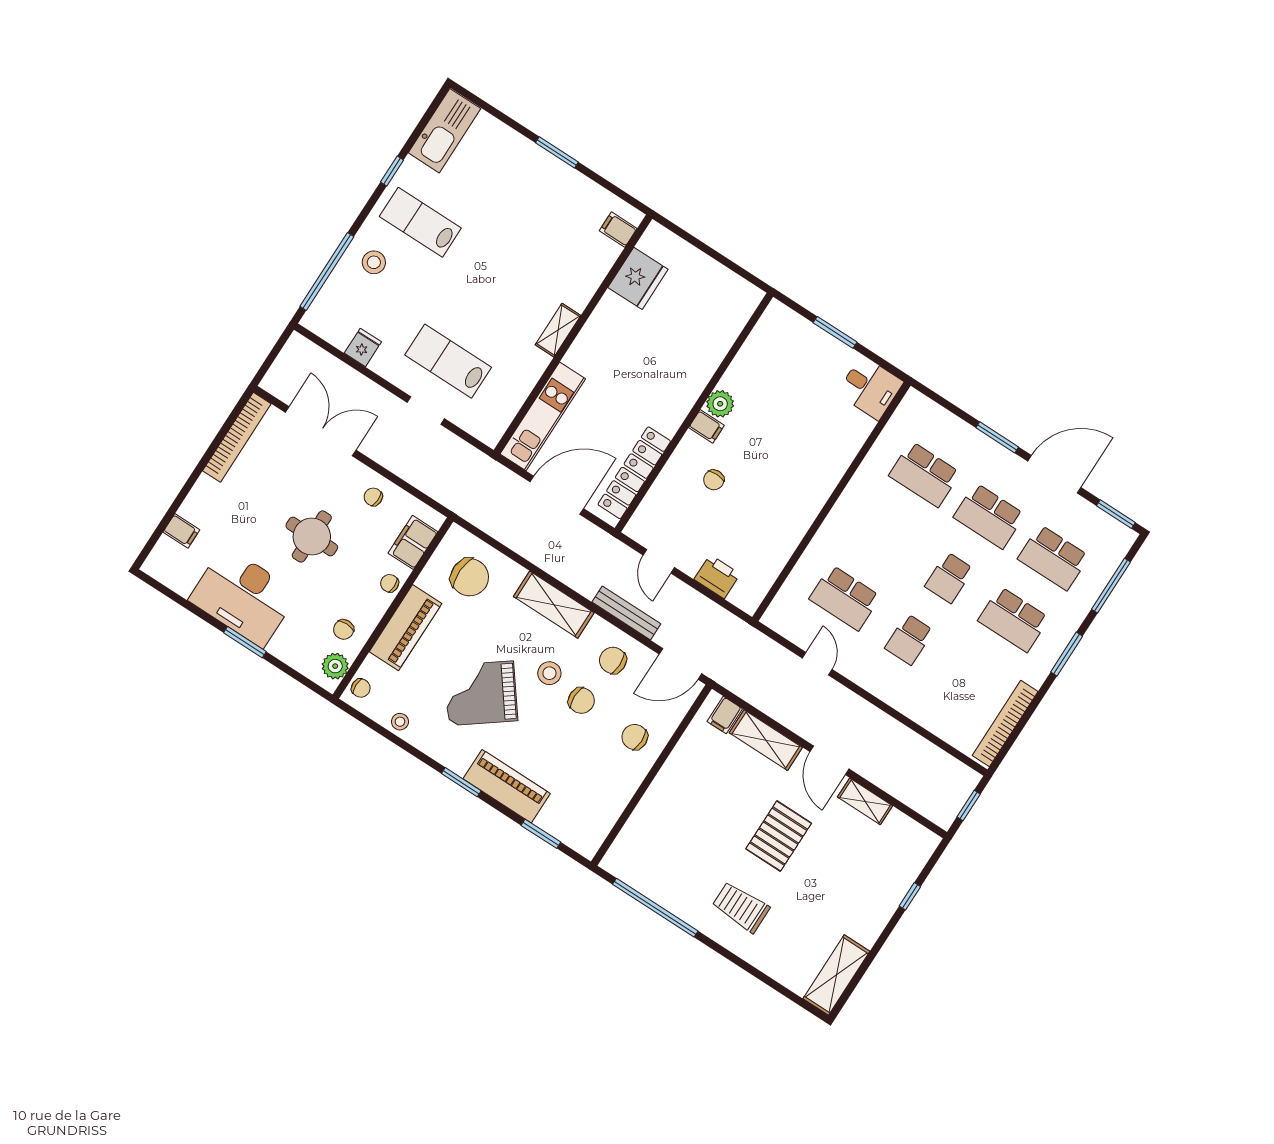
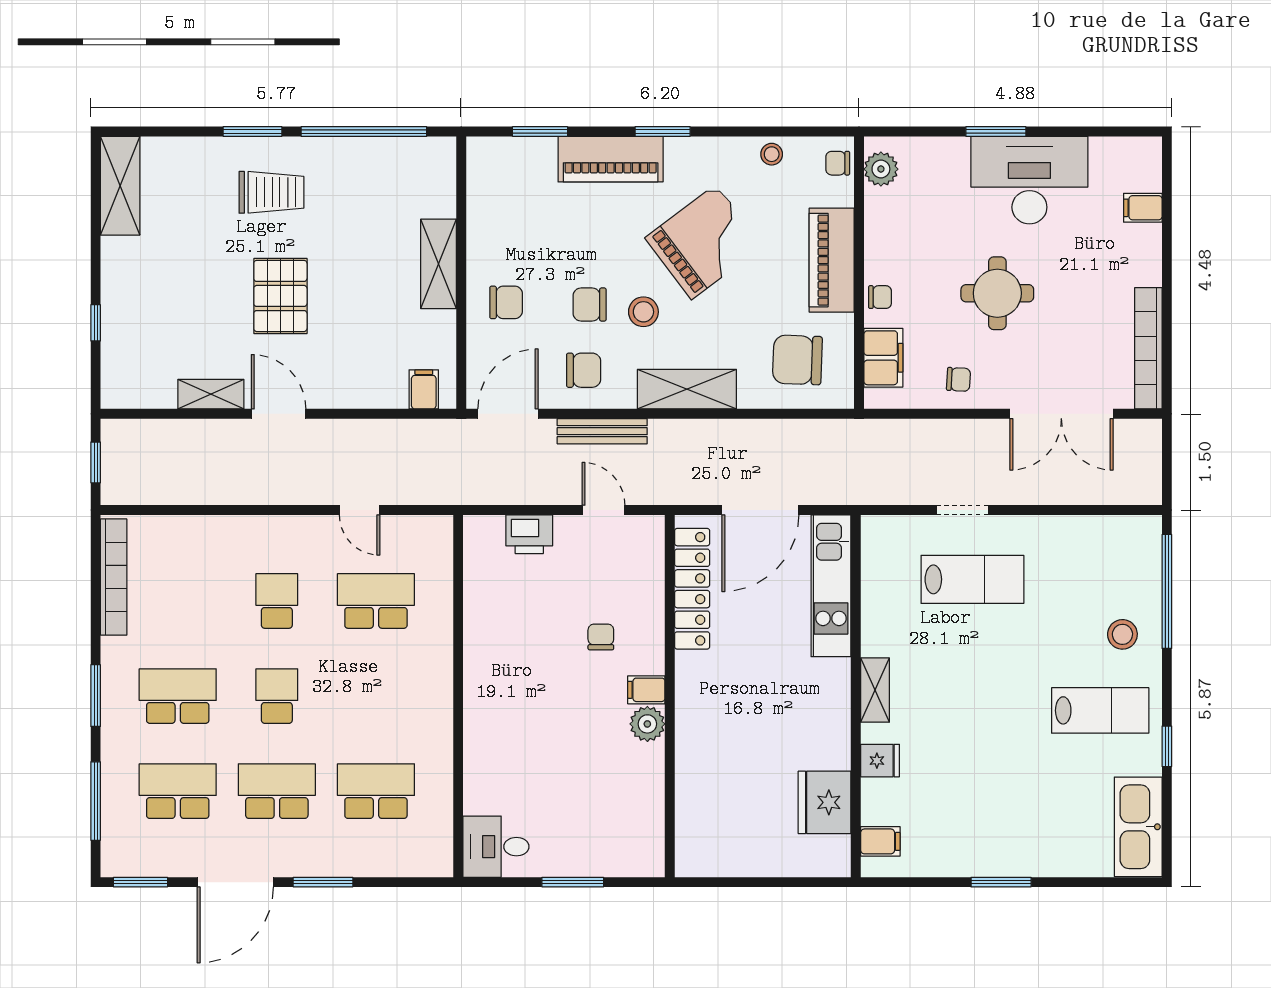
fridge: (363, 347) -> (880, 761), moved, turned -90
chair: (344, 629) -> (898, 215), removed
shelving: (766, 740) -> (439, 264), moved, turned 90
window: (728, 955) -> (252, 132), added

